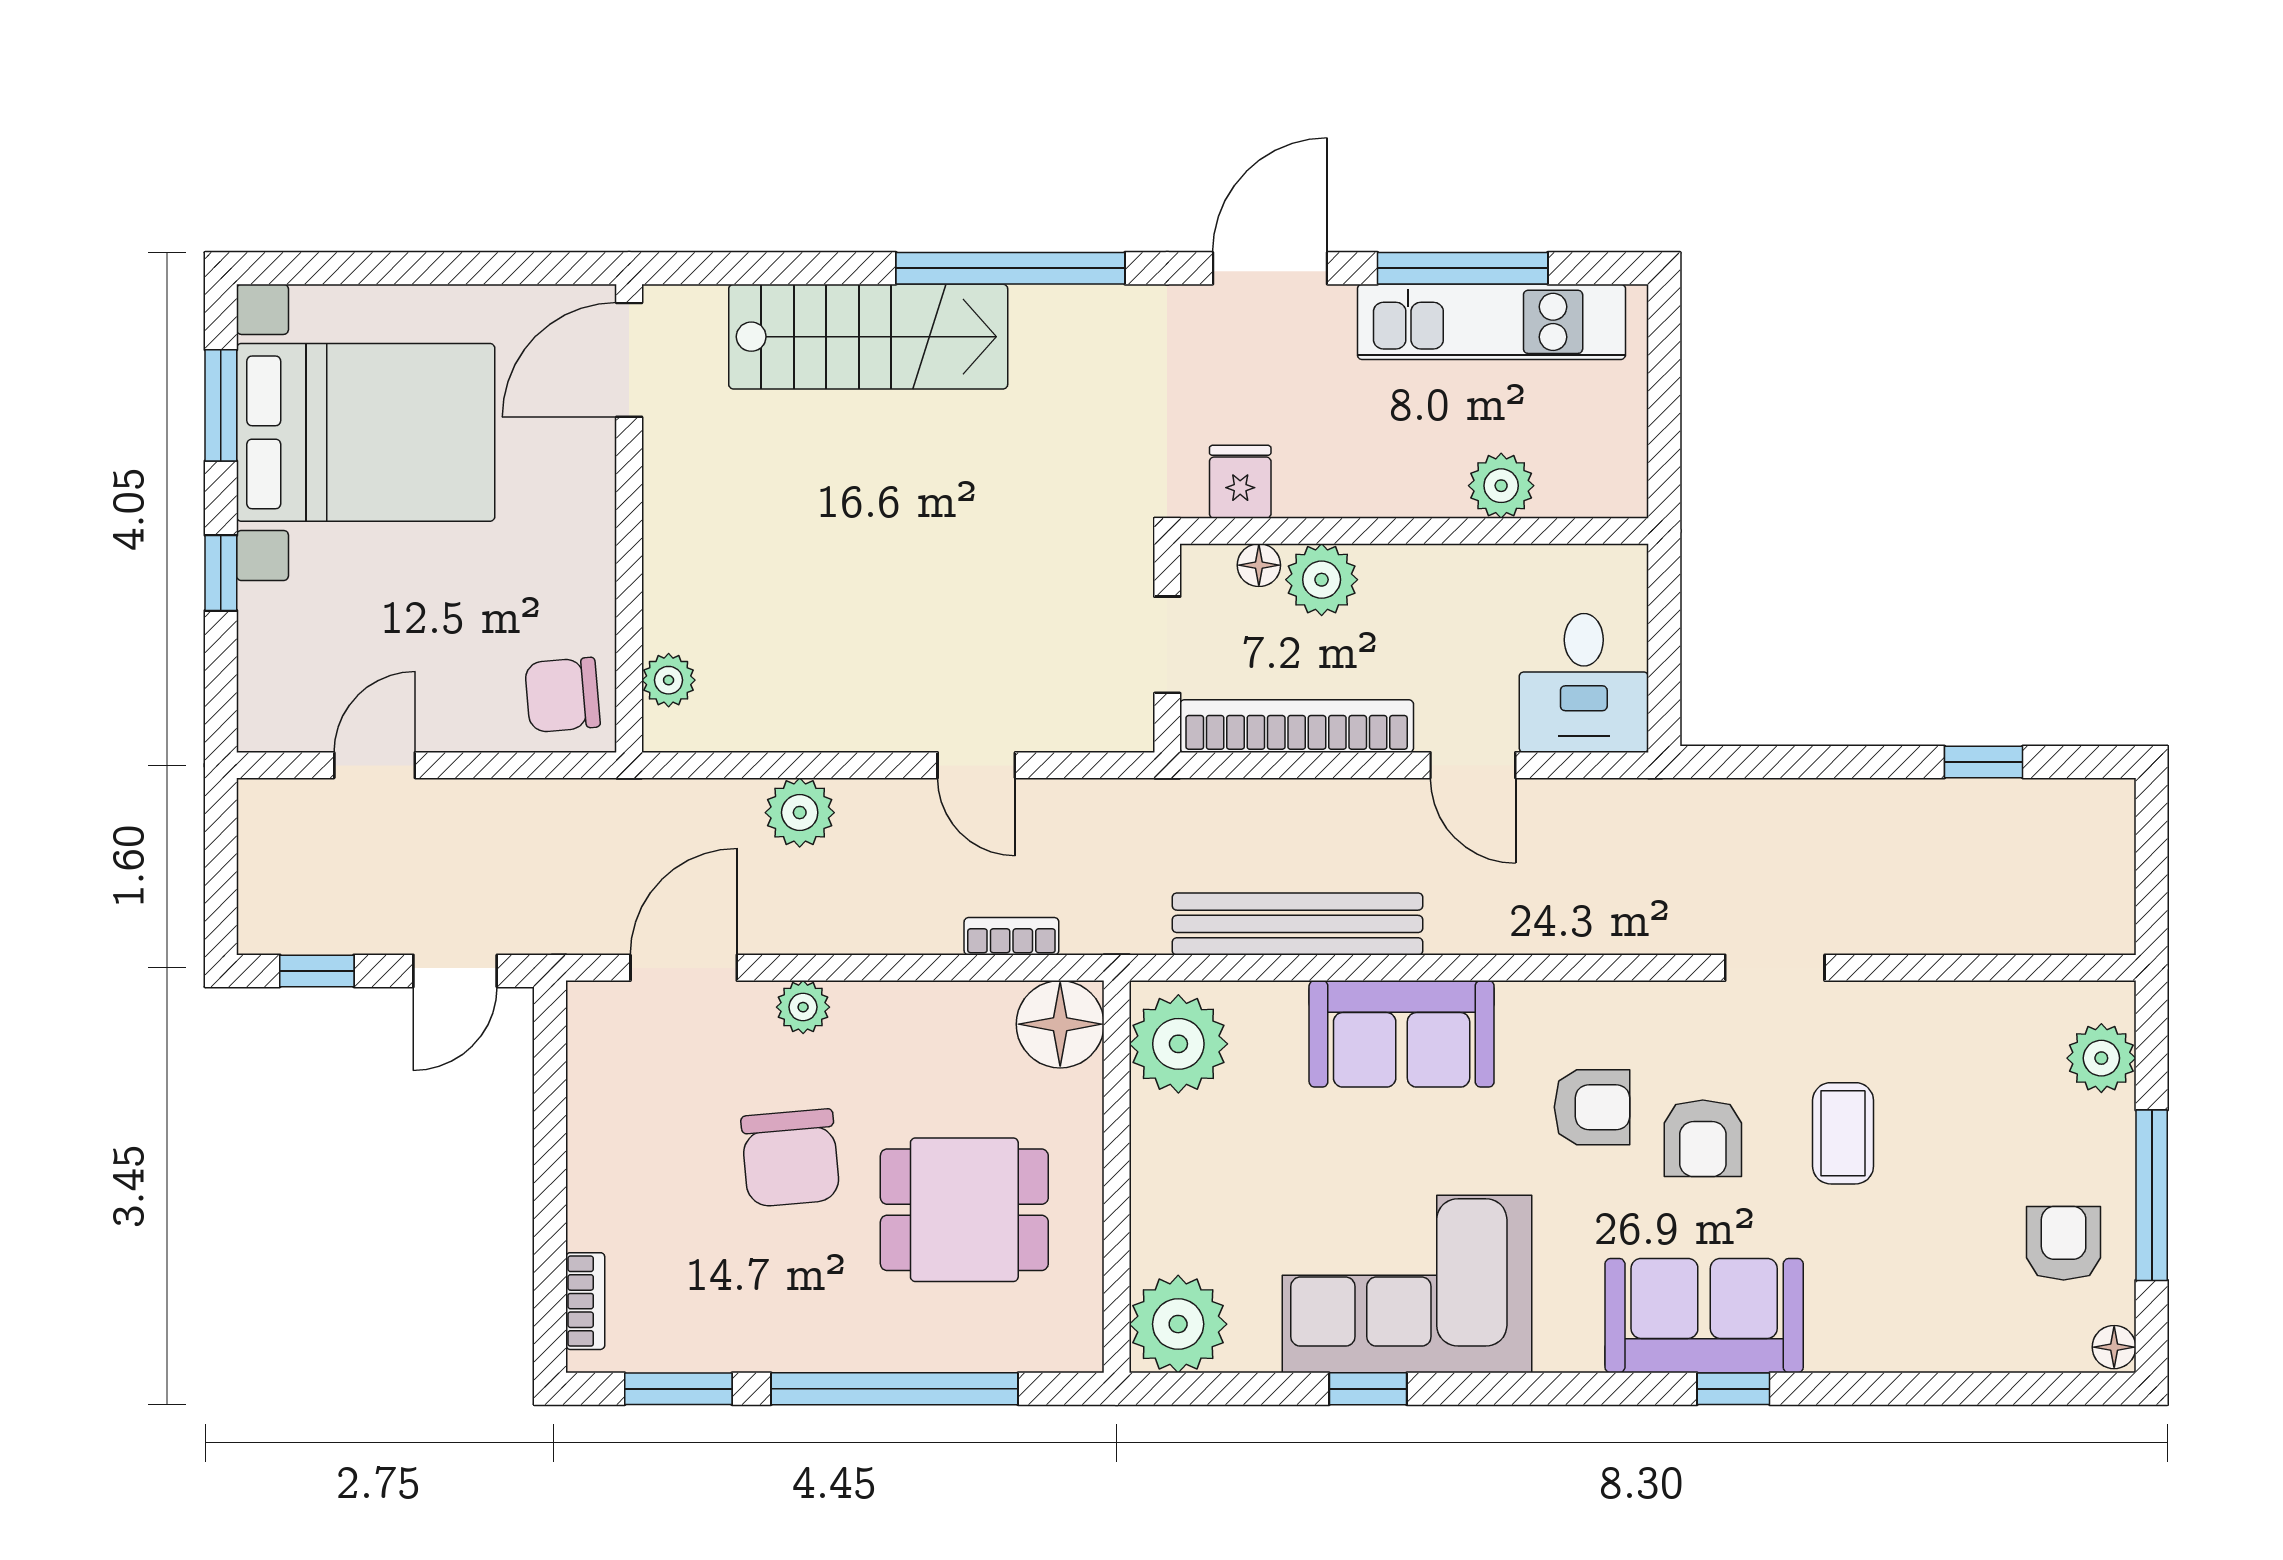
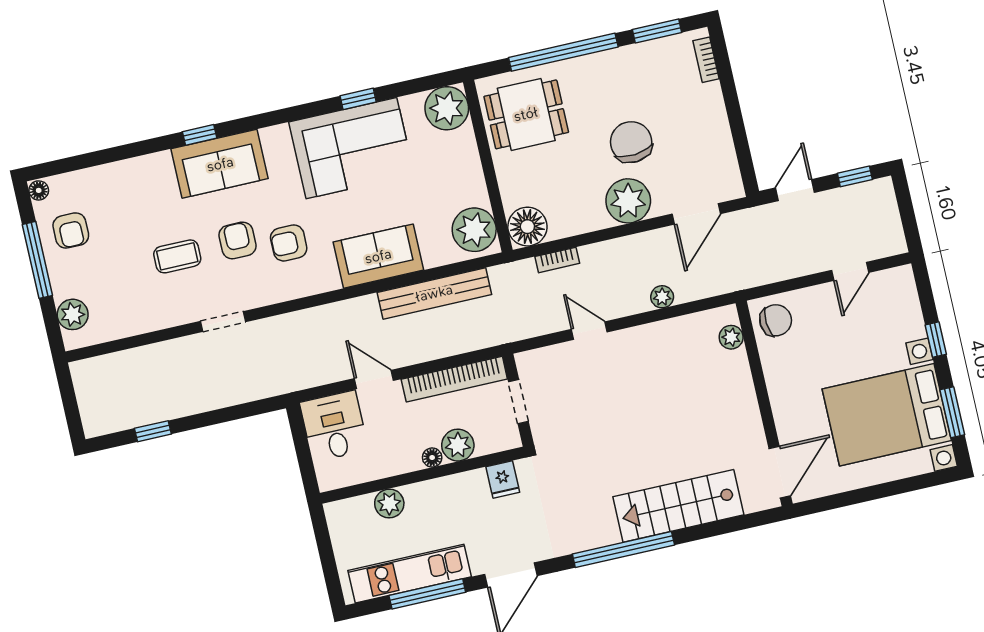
floor lamp: (1259, 565) -> (432, 458), moved
plant: (800, 813) -> (662, 297), width x0.73, depth x0.73
plant: (803, 1007) -> (628, 201), width x1.88, depth x1.88
coffee table: (1843, 1133) -> (177, 256), turned 90
dining table: (964, 1210) -> (526, 114), moved

